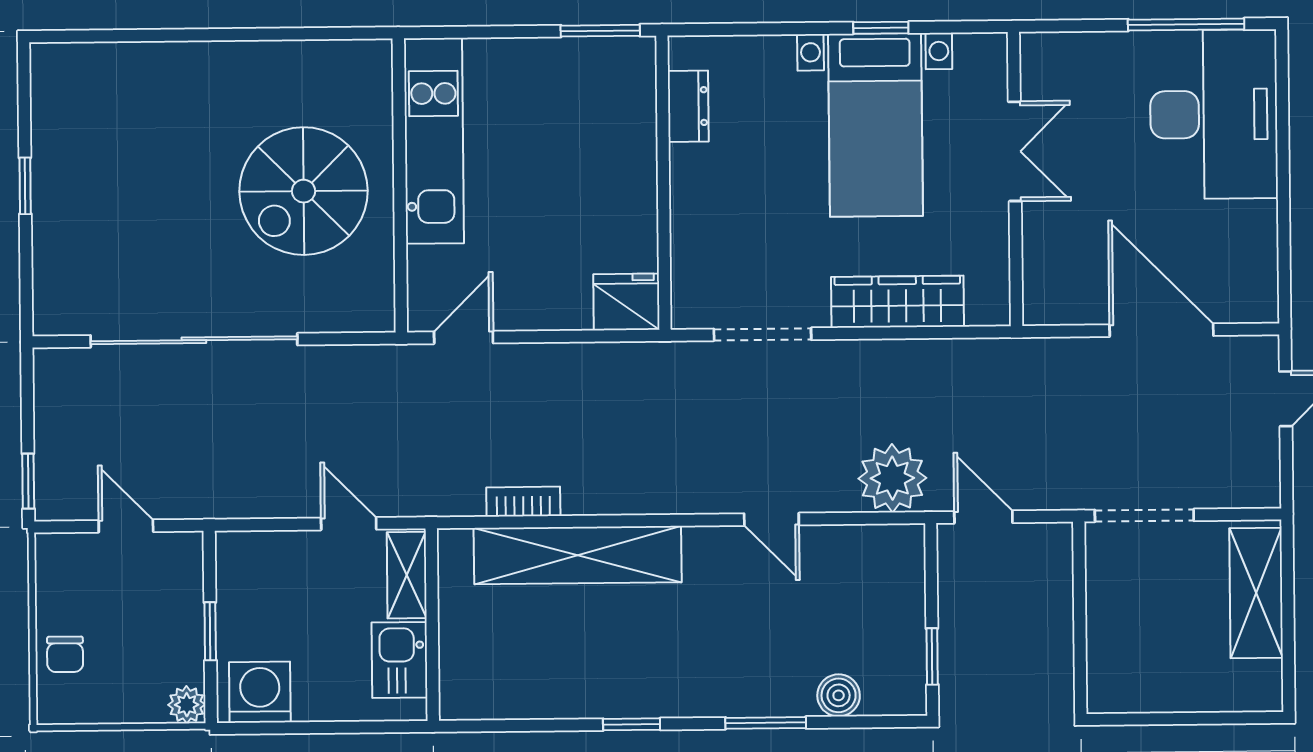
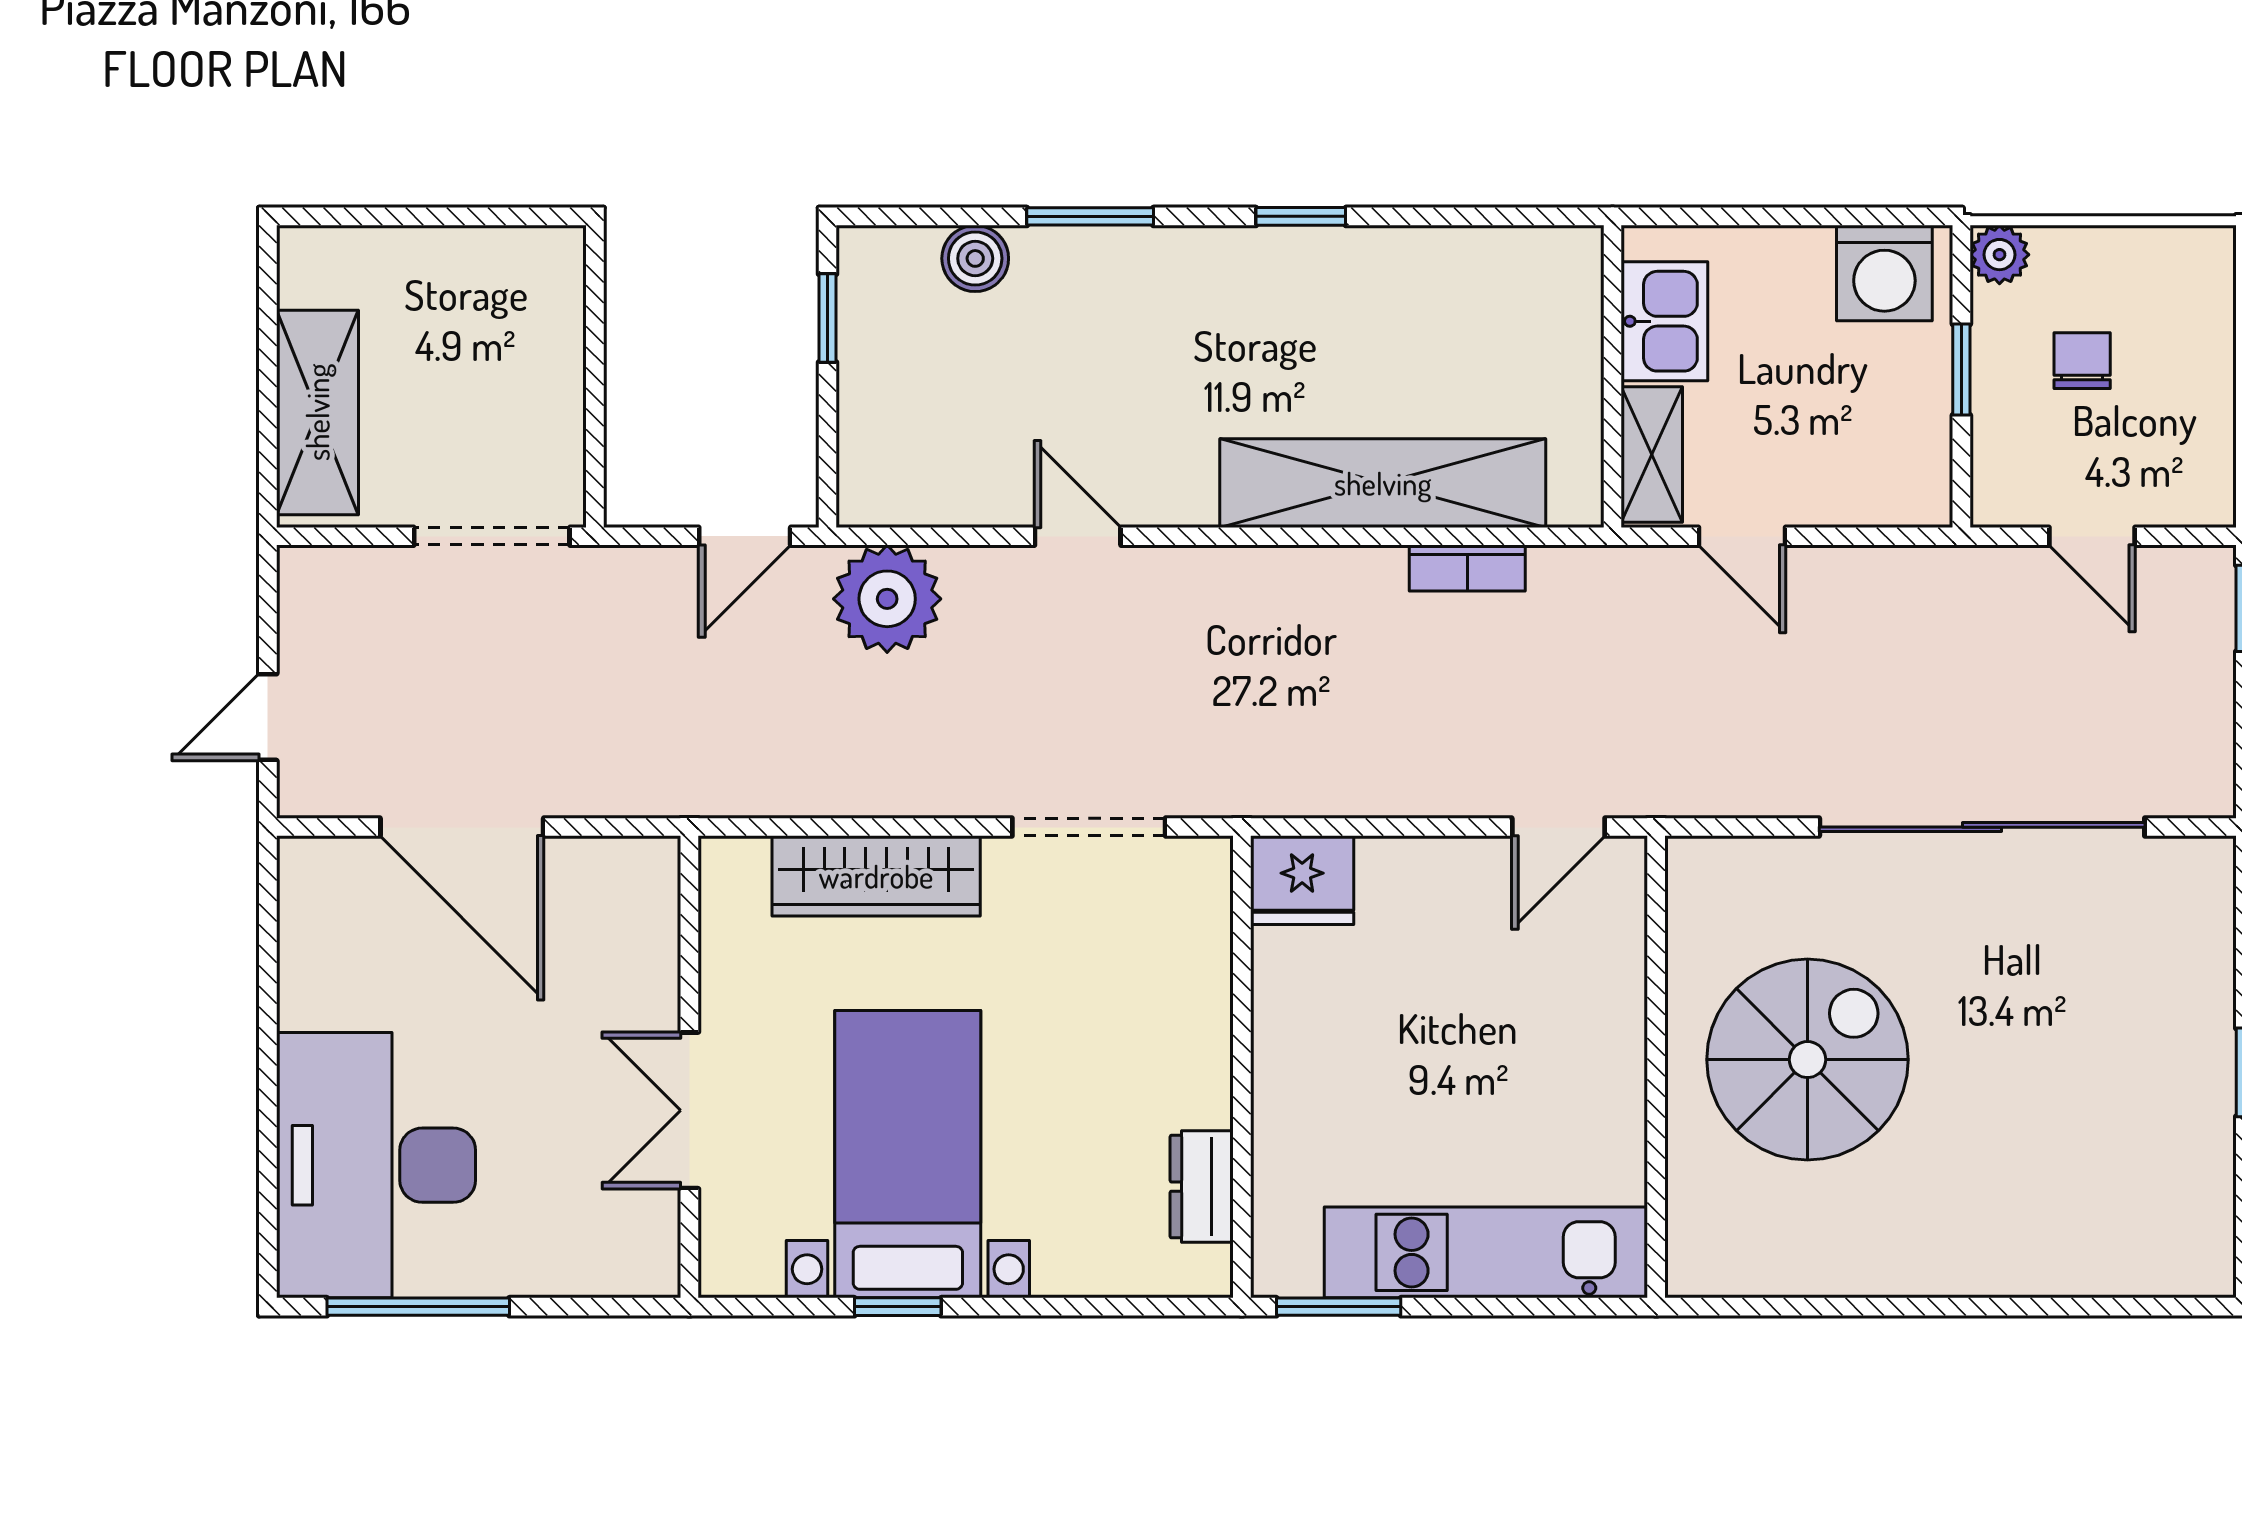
kitchen unit: (434, 141) -> (1486, 1252), moved, turned 90
door: (983, 517) -> (745, 536), hinge flipped
chair: (65, 654) -> (2082, 361), moved

